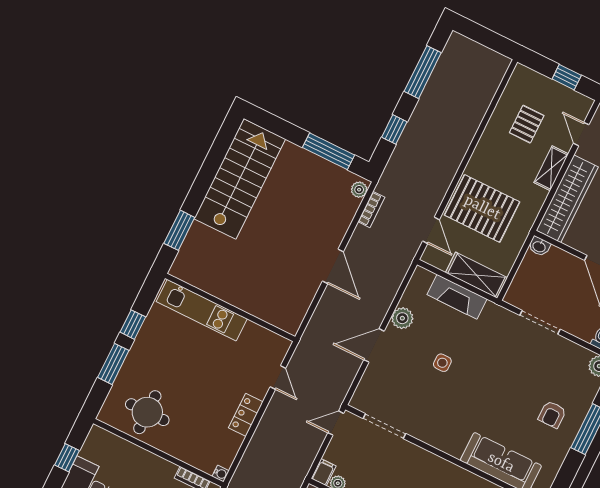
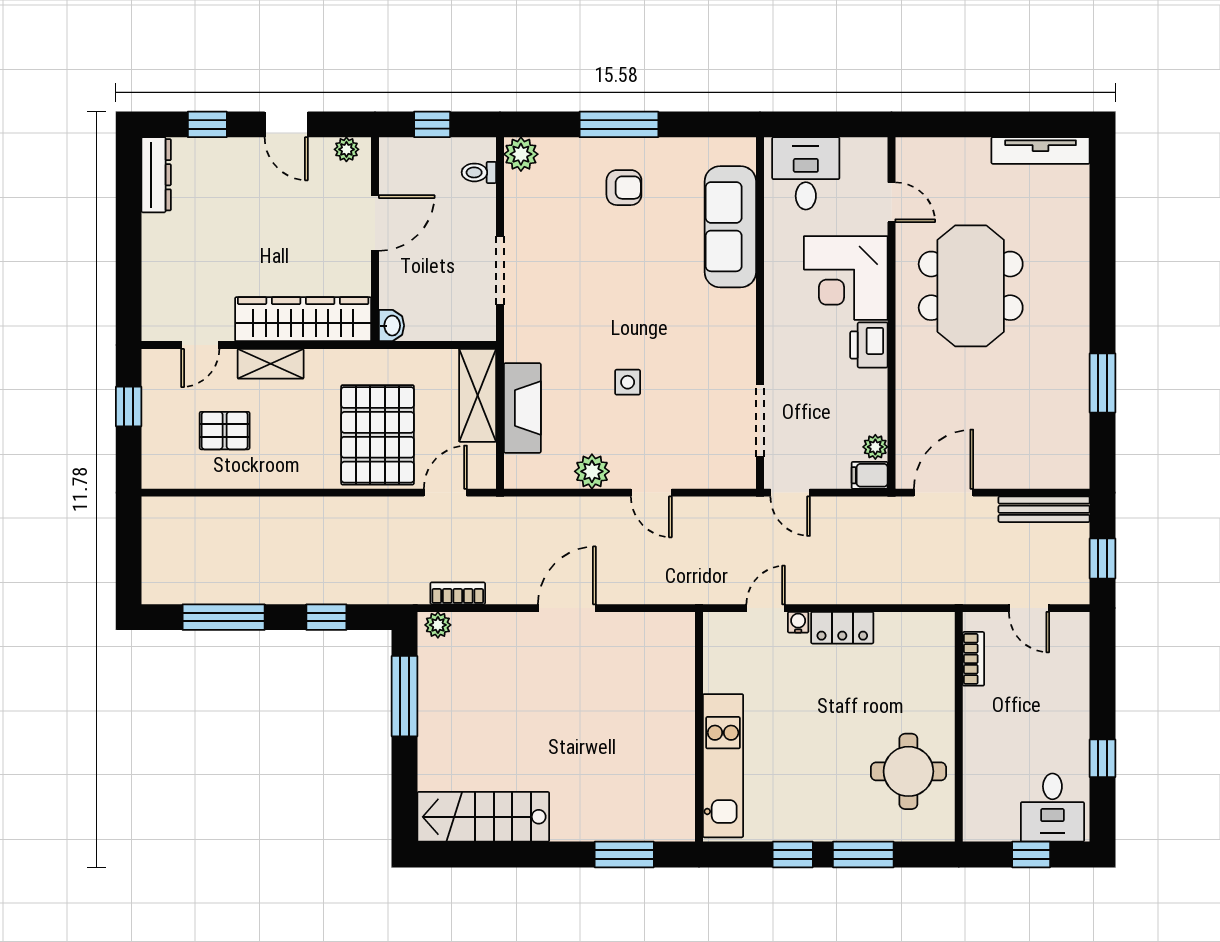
stairs: (240, 179) -> (483, 817), width x0.73, depth x0.66
door: (374, 345) -> (651, 493), width x0.73
water cooler: (221, 474) -> (798, 622), moved

